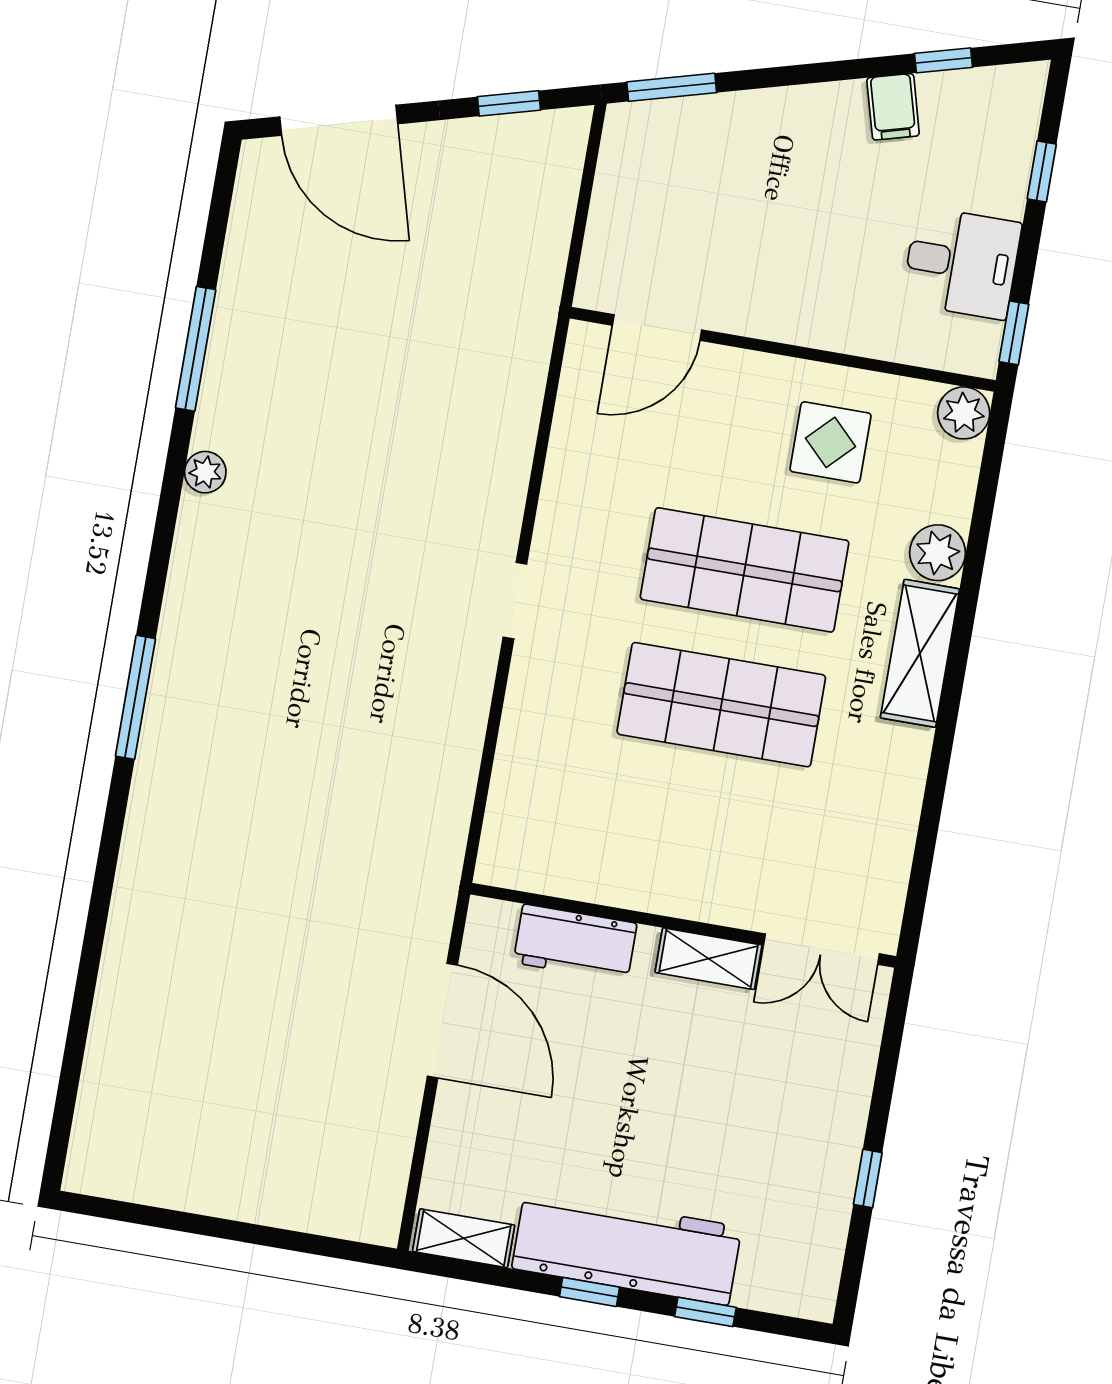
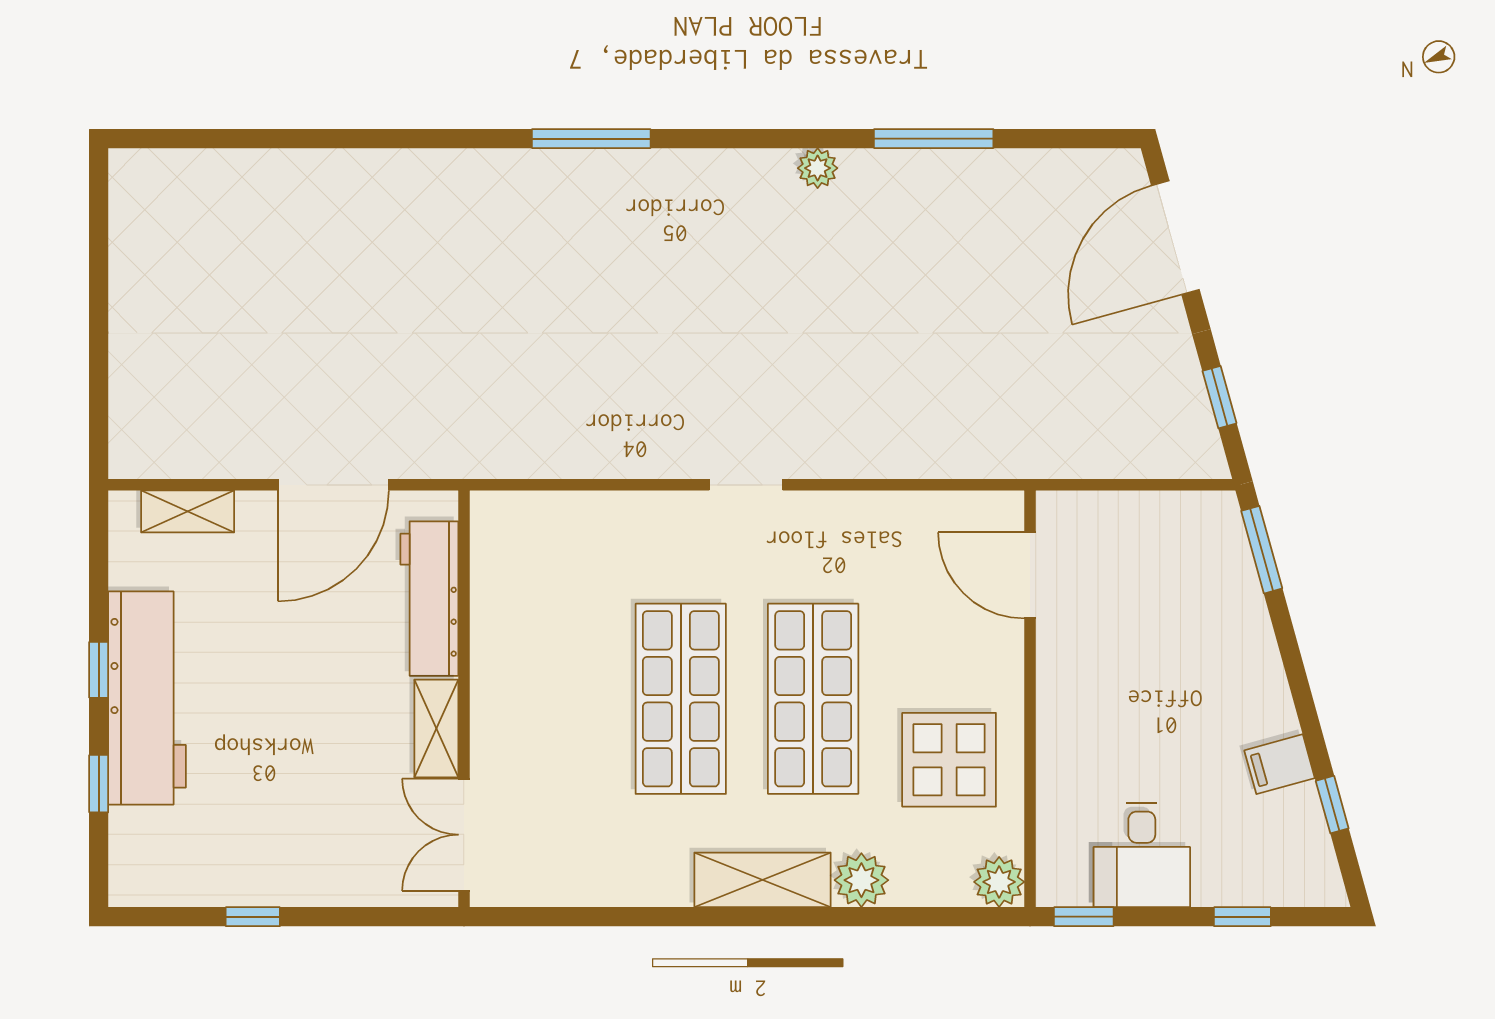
display table: (830, 442) -> (949, 760), width x1.36, depth x1.36
workbench: (575, 943) -> (429, 599), width x1.38
shelving: (464, 1238) -> (188, 511), moved, turned 90

